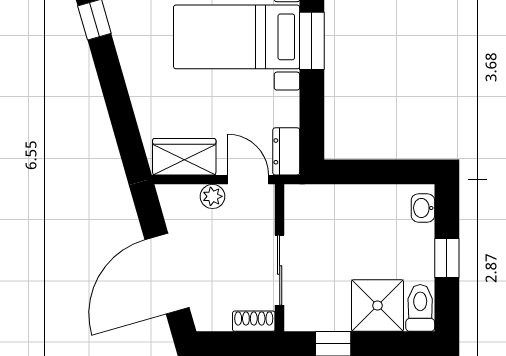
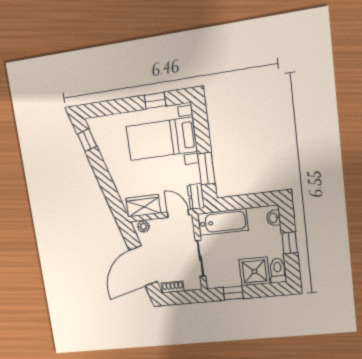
window: (312, 41) -> (206, 169), moved
plant: (213, 196) -> (143, 226), moved
bathtub: (330, 205) -> (223, 222), added
shoe rack: (254, 321) -> (173, 287), moved

